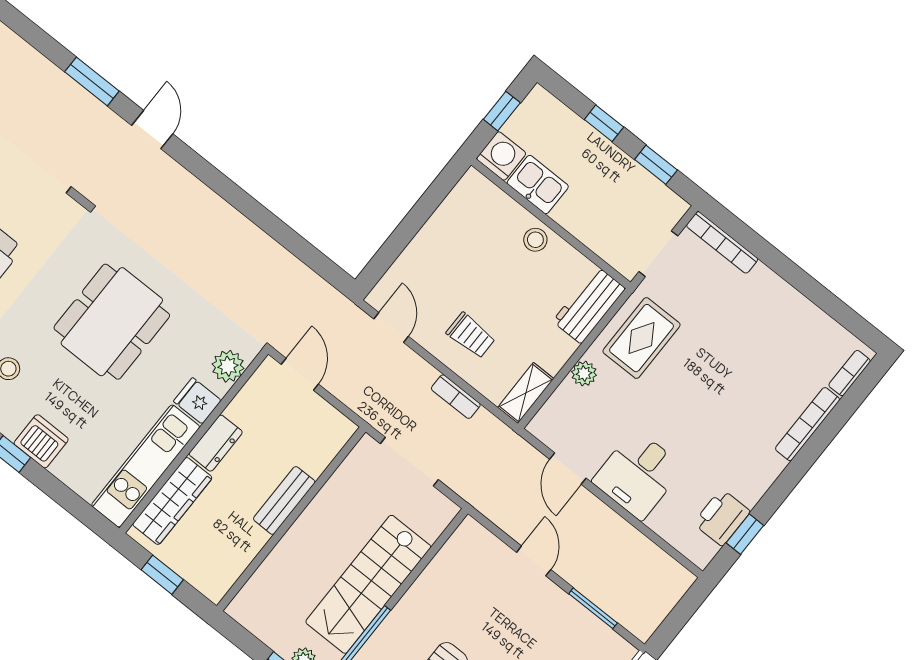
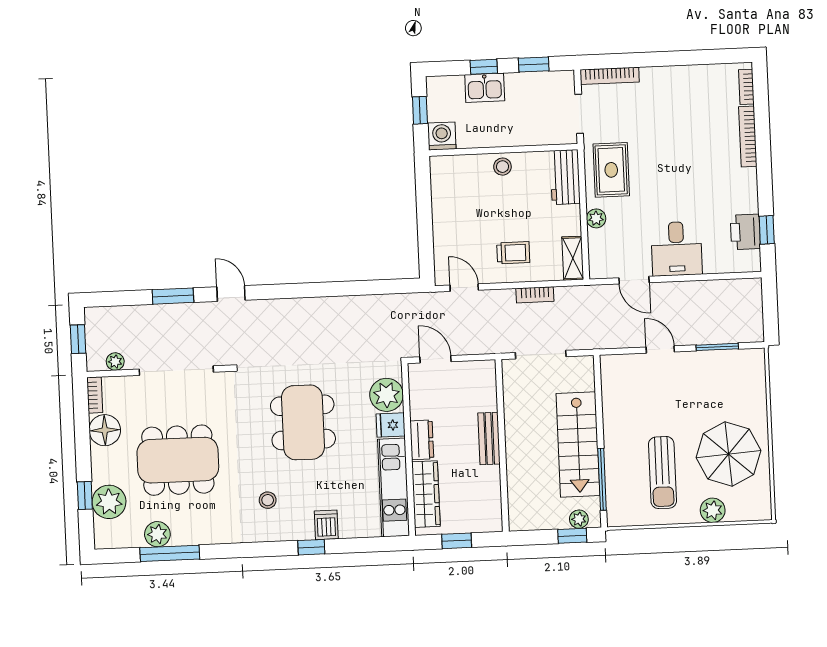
kitchen sink: (538, 185) -> (485, 88), moved, turned 180
plant: (228, 366) -> (387, 395), width x1.36, depth x1.36
dishwasher: (41, 441) -> (326, 525), width x0.73

